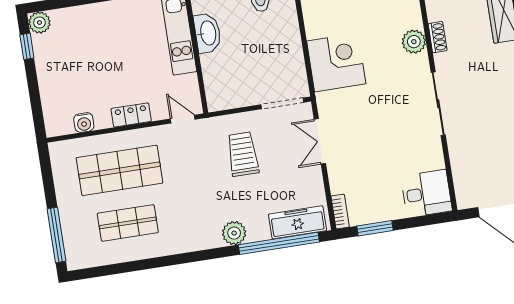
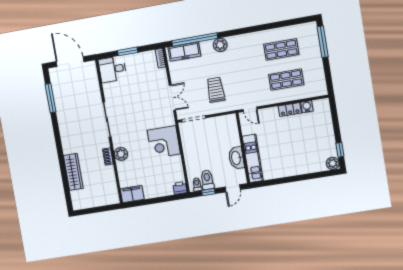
locker: (131, 115) -> (290, 110), moved
trolley: (243, 154) -> (216, 90), turned 180
shop shelf: (120, 170) -> (286, 80), width x0.70, depth x0.74
window: (375, 228) -> (128, 51), moved

